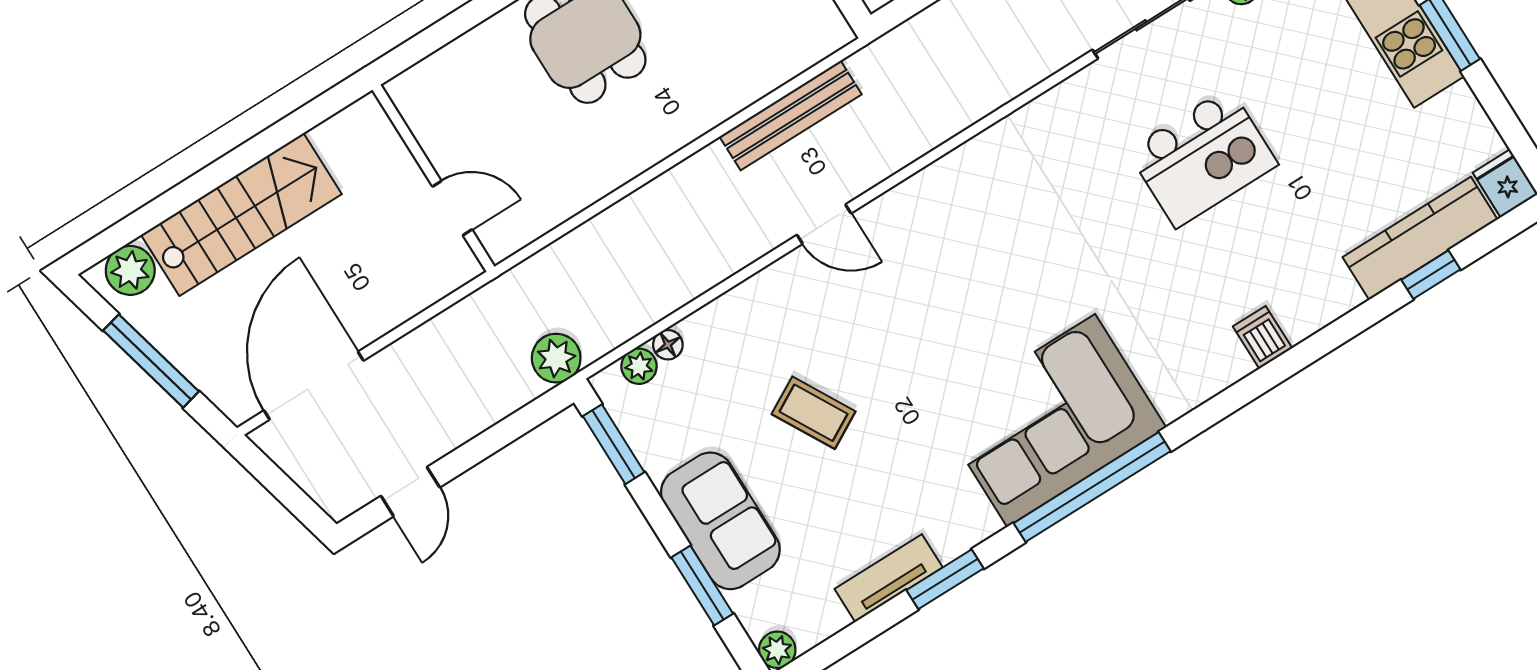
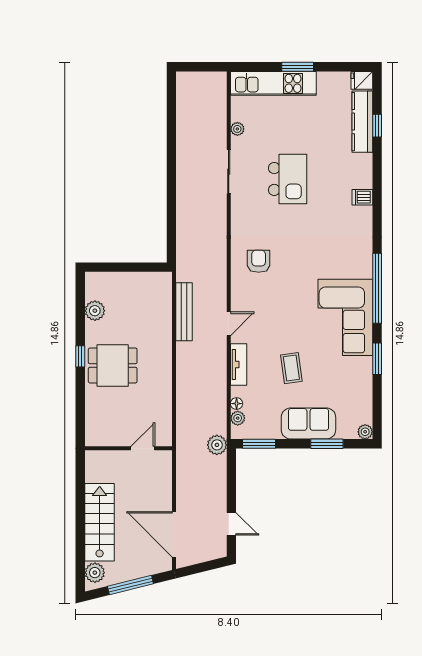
armchair: (993, 205) -> (259, 261), added
coffee table: (814, 413) -> (291, 368), turned -69
corner sofa: (1051, 420) -> (345, 317), moved
tv unit: (889, 578) -> (239, 364), moved, turned 180

